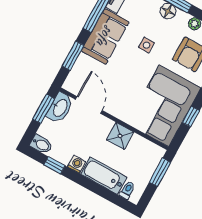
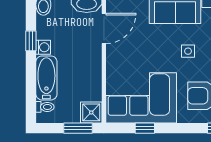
shower: (120, 136) -> (91, 112), moved
window: (54, 165) -> (31, 41), moved

